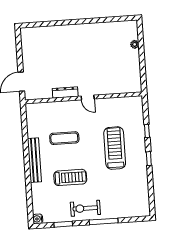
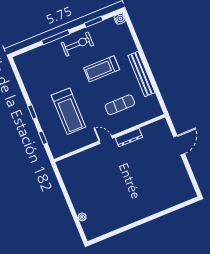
dresser: (65, 92) -> (129, 138), moved
wall: (84, 98) -> (110, 138), moved
door: (88, 98) -> (106, 140), moved

